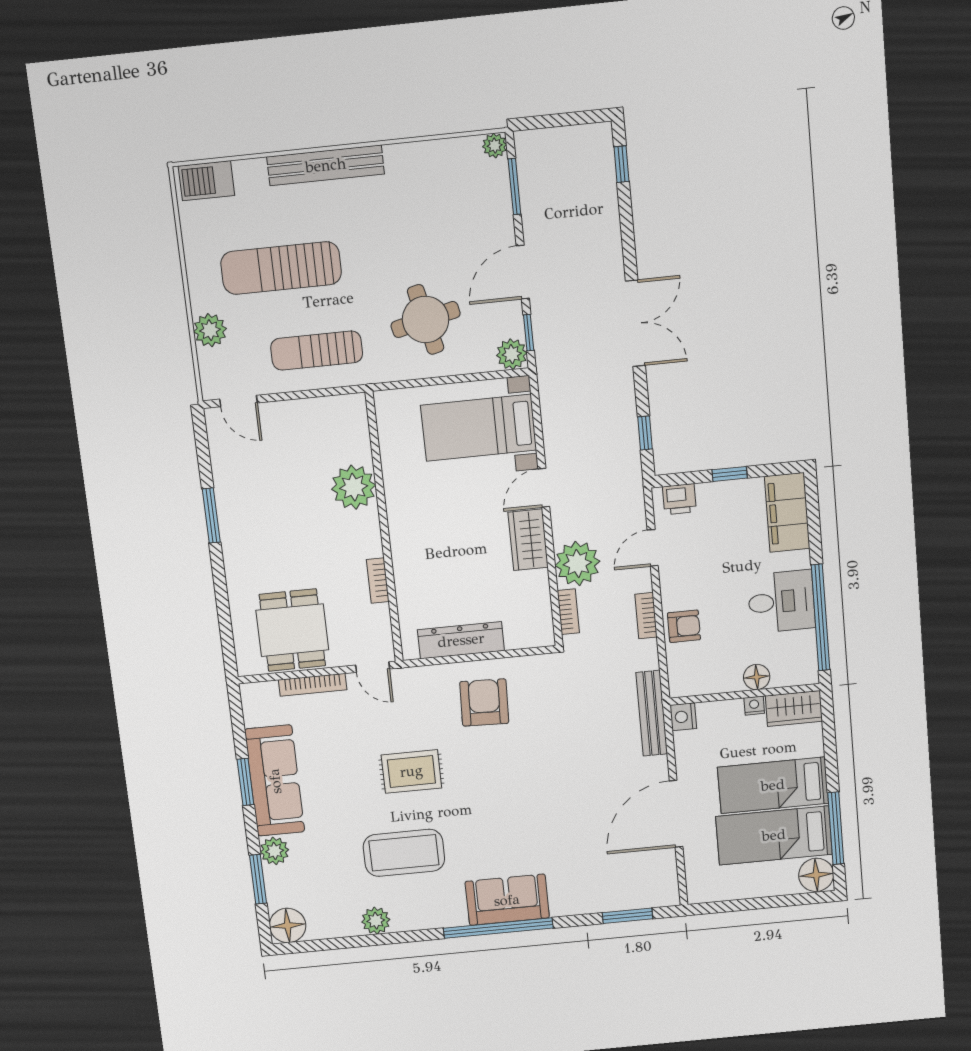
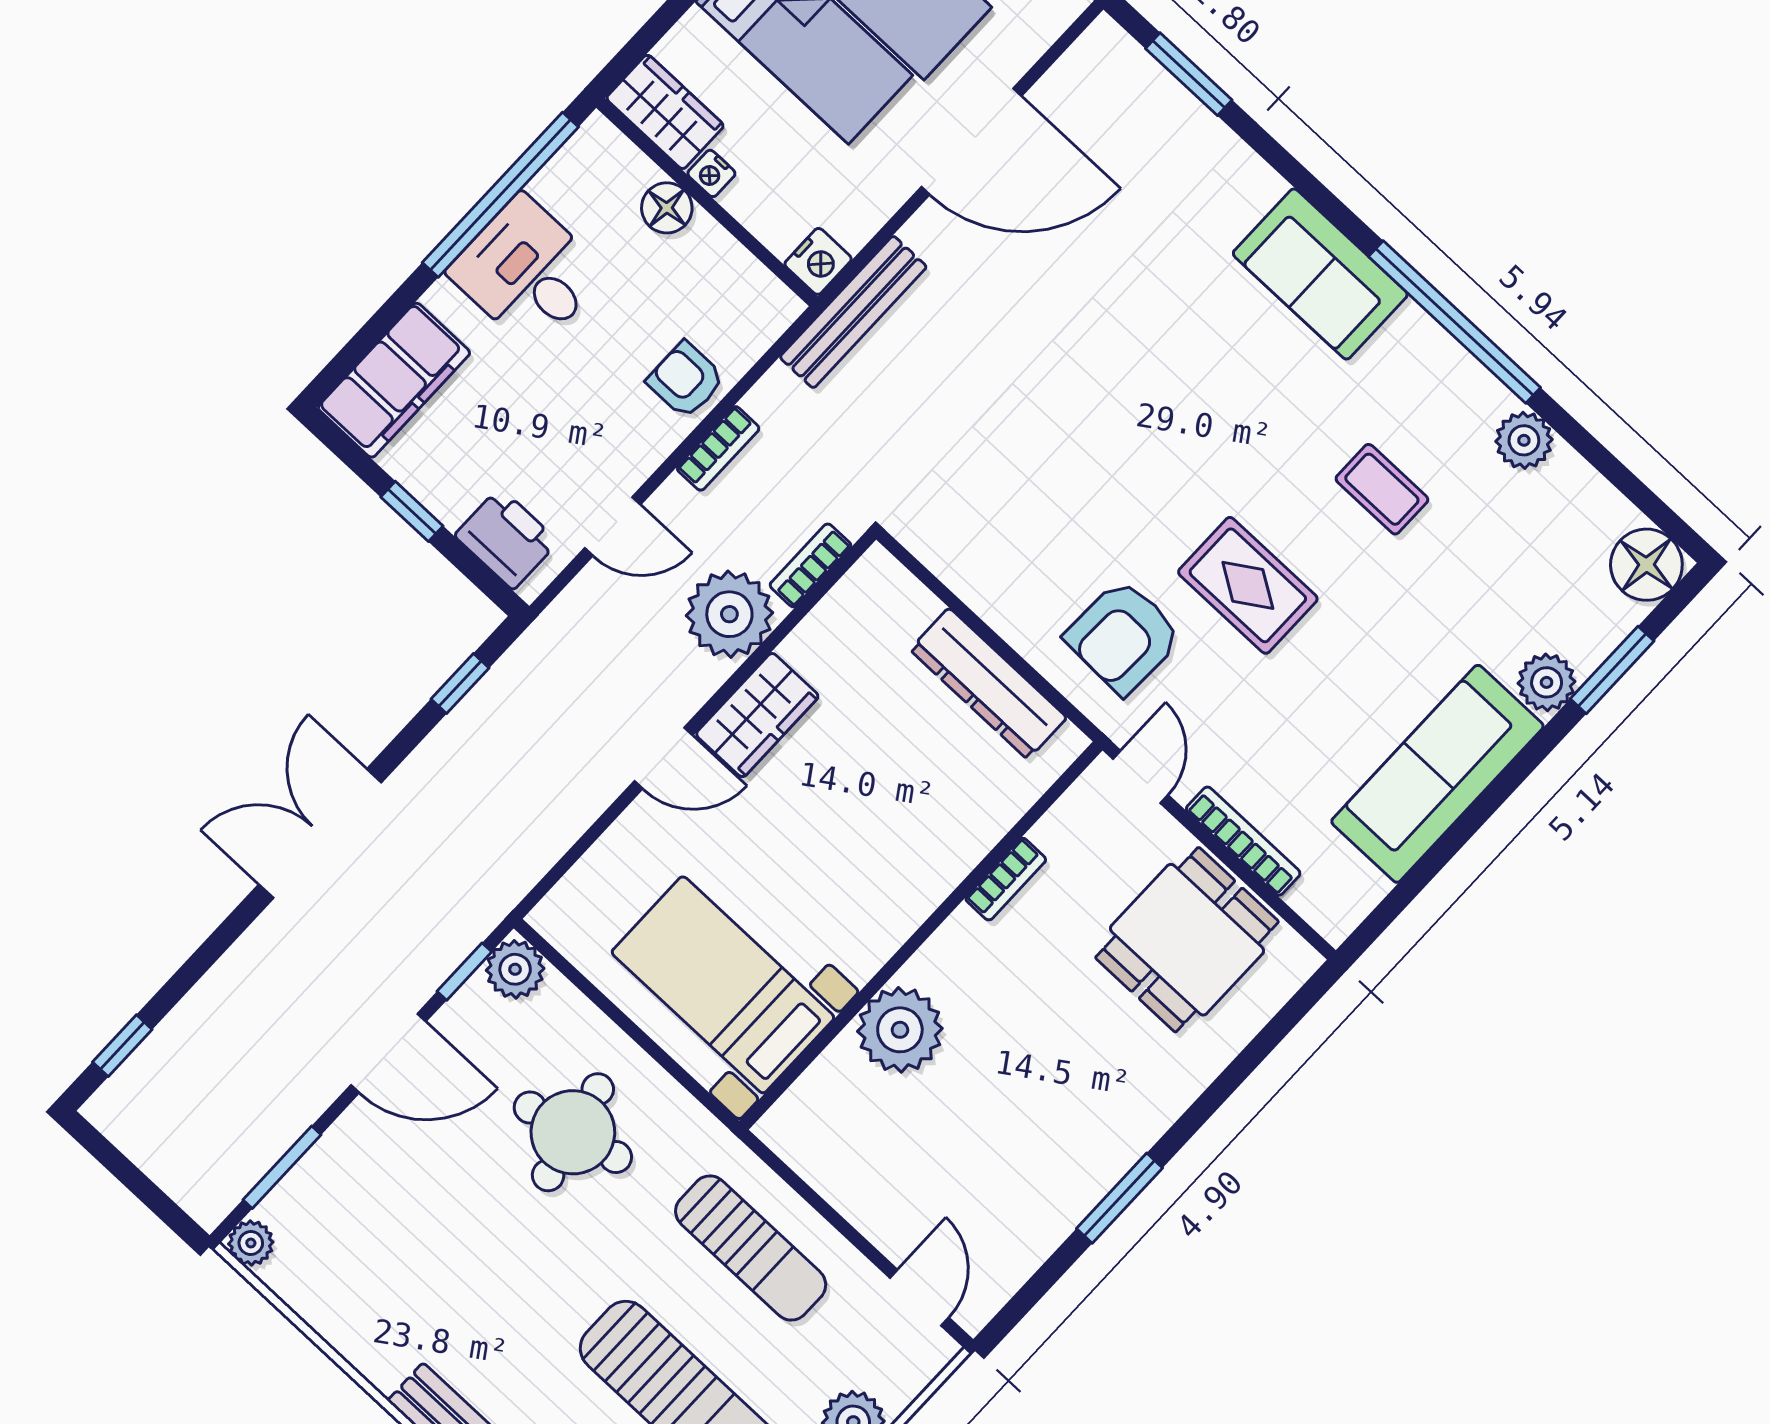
bed with nightstands: (479, 428) -> (723, 985), moved, turned 180
printer: (679, 499) -> (506, 539), width x1.36, depth x1.24
armchair: (484, 702) -> (1123, 637), moved
window: (245, 782) -> (1477, 815), removed
coffee table: (404, 853) -> (1382, 489), width x0.54, depth x0.58
window: (498, 928) -> (1454, 322), moved

